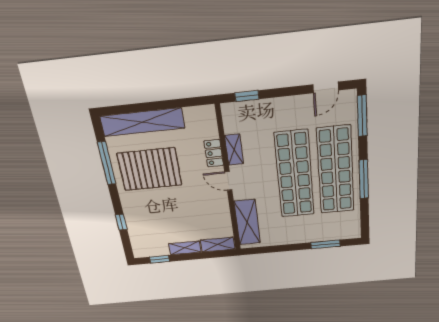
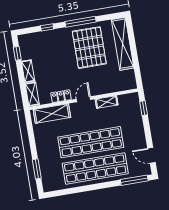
locker: (214, 153) -> (61, 96), moved
window: (107, 163) -> (81, 22), moved
window: (364, 179) -> (90, 188), removed

